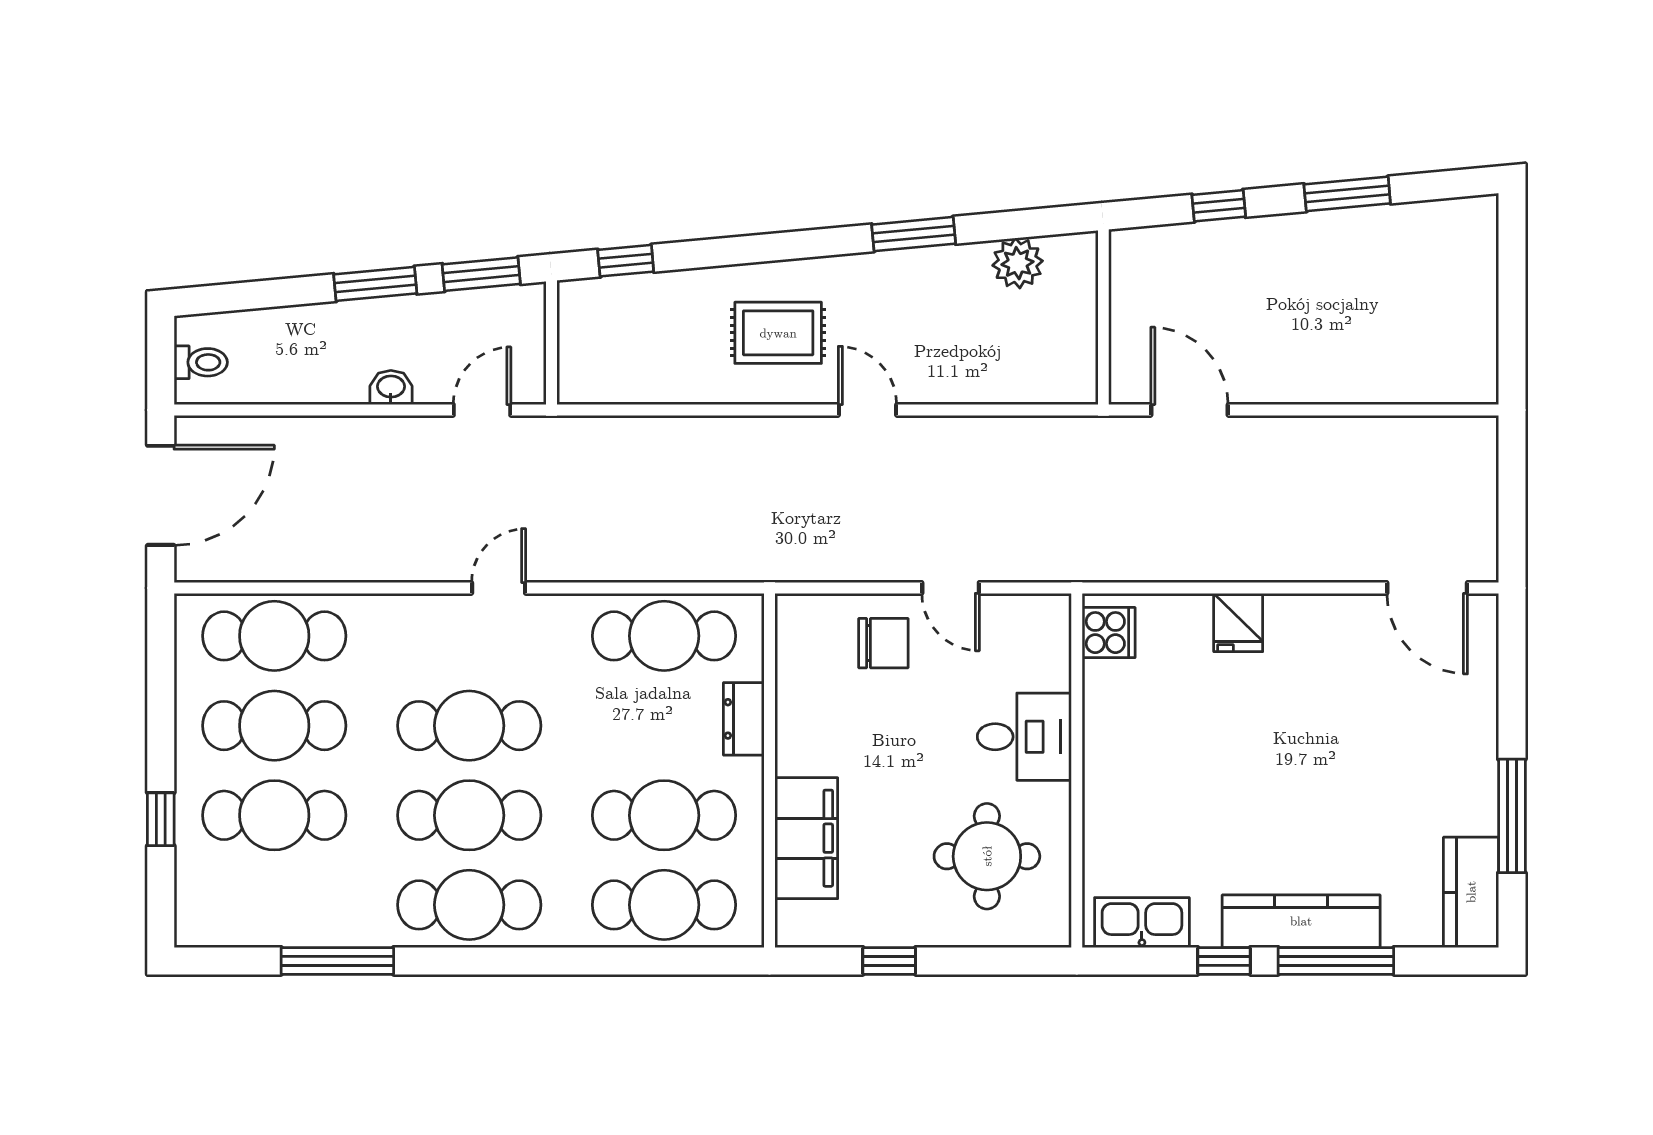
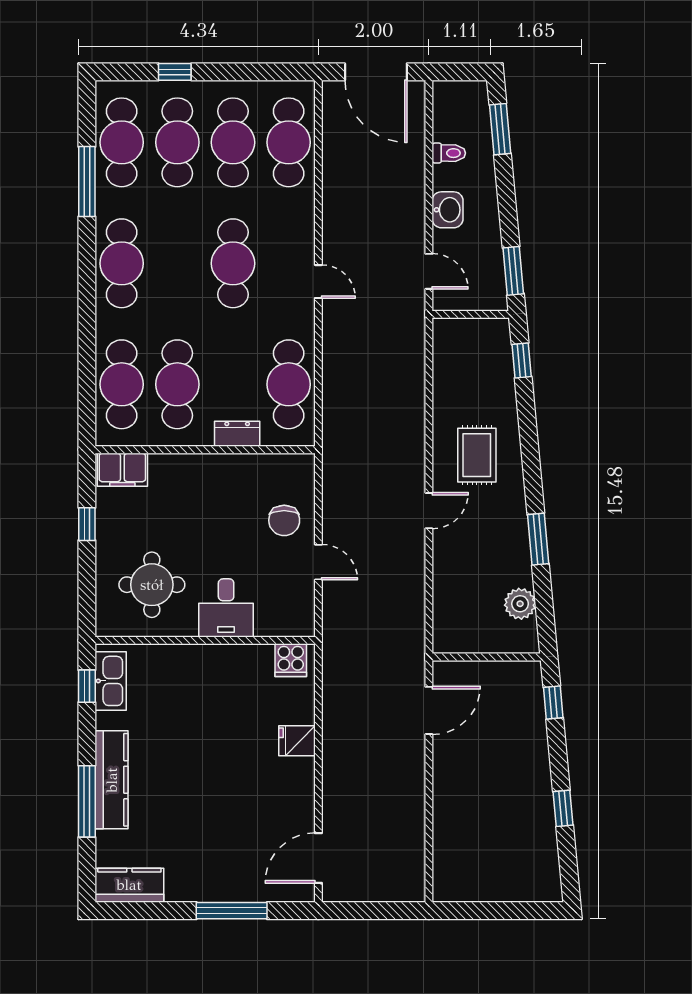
window: (1347, 194) -> (563, 808), width x0.67
window: (1219, 206) -> (553, 703), moved
window: (375, 284) -> (500, 129), moved
toilet: (201, 362) -> (449, 153), moved, turned -90
washbasin: (391, 388) -> (448, 210), width x1.38, depth x1.45
door: (951, 588) -> (318, 562), swing flipped
cafe table: (469, 815) -> (122, 142), moved
window: (1512, 816) -> (232, 911), moved
filing cabinet: (806, 838) -> (122, 470), moved, width x0.67, depth x0.86
window: (1224, 961) -> (87, 686), moved

